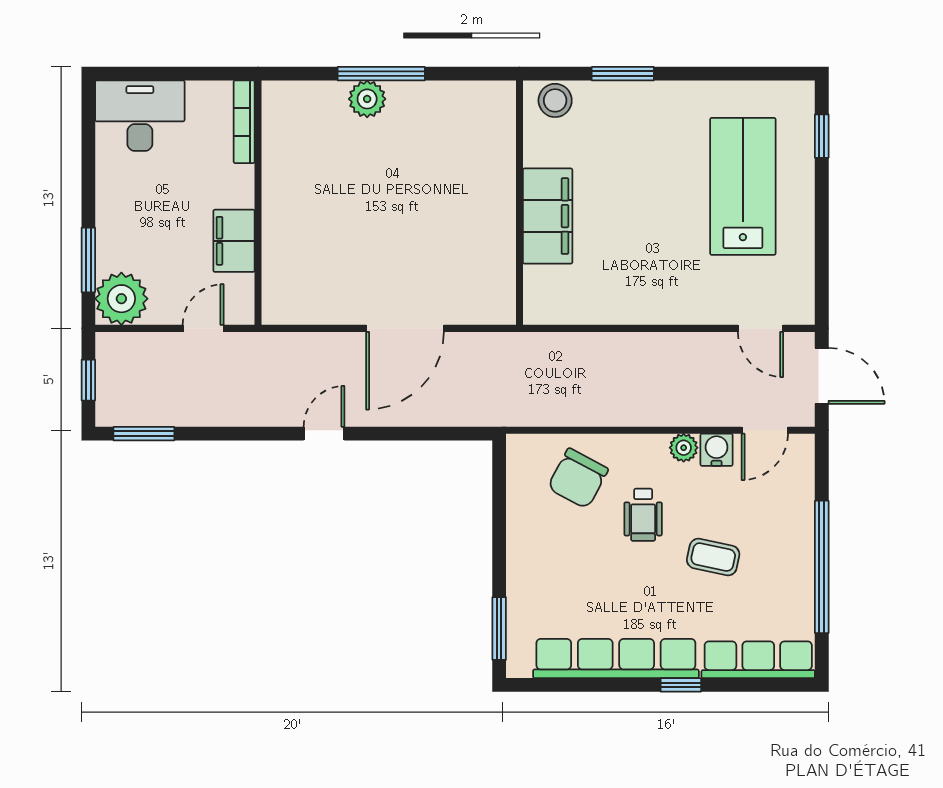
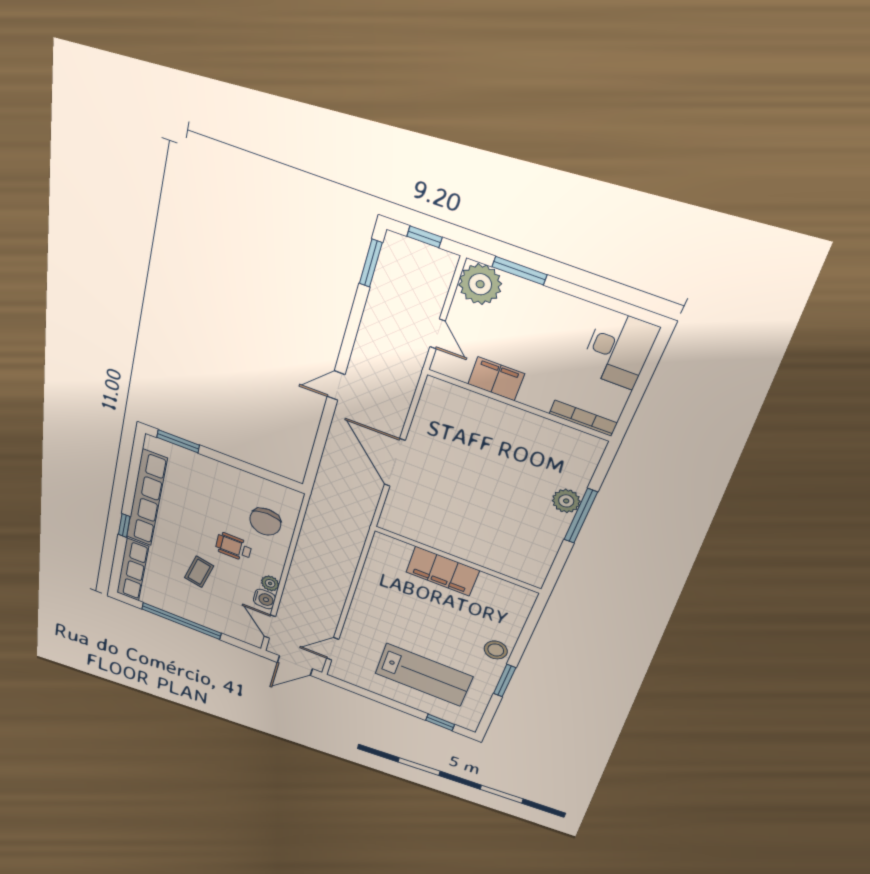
window: (623, 74) -> (505, 681), moved
stool: (555, 100) -> (496, 650), moved
door: (324, 434) -> (336, 386), swing flipped
chair: (578, 478) -> (265, 522), turned -118

